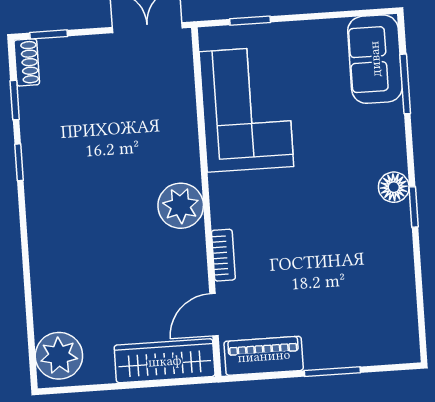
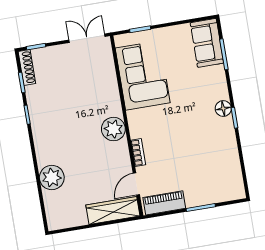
shoe rack: (27, 62) -> (27, 67), width x1.43
plant: (59, 356) -> (52, 178), moved

